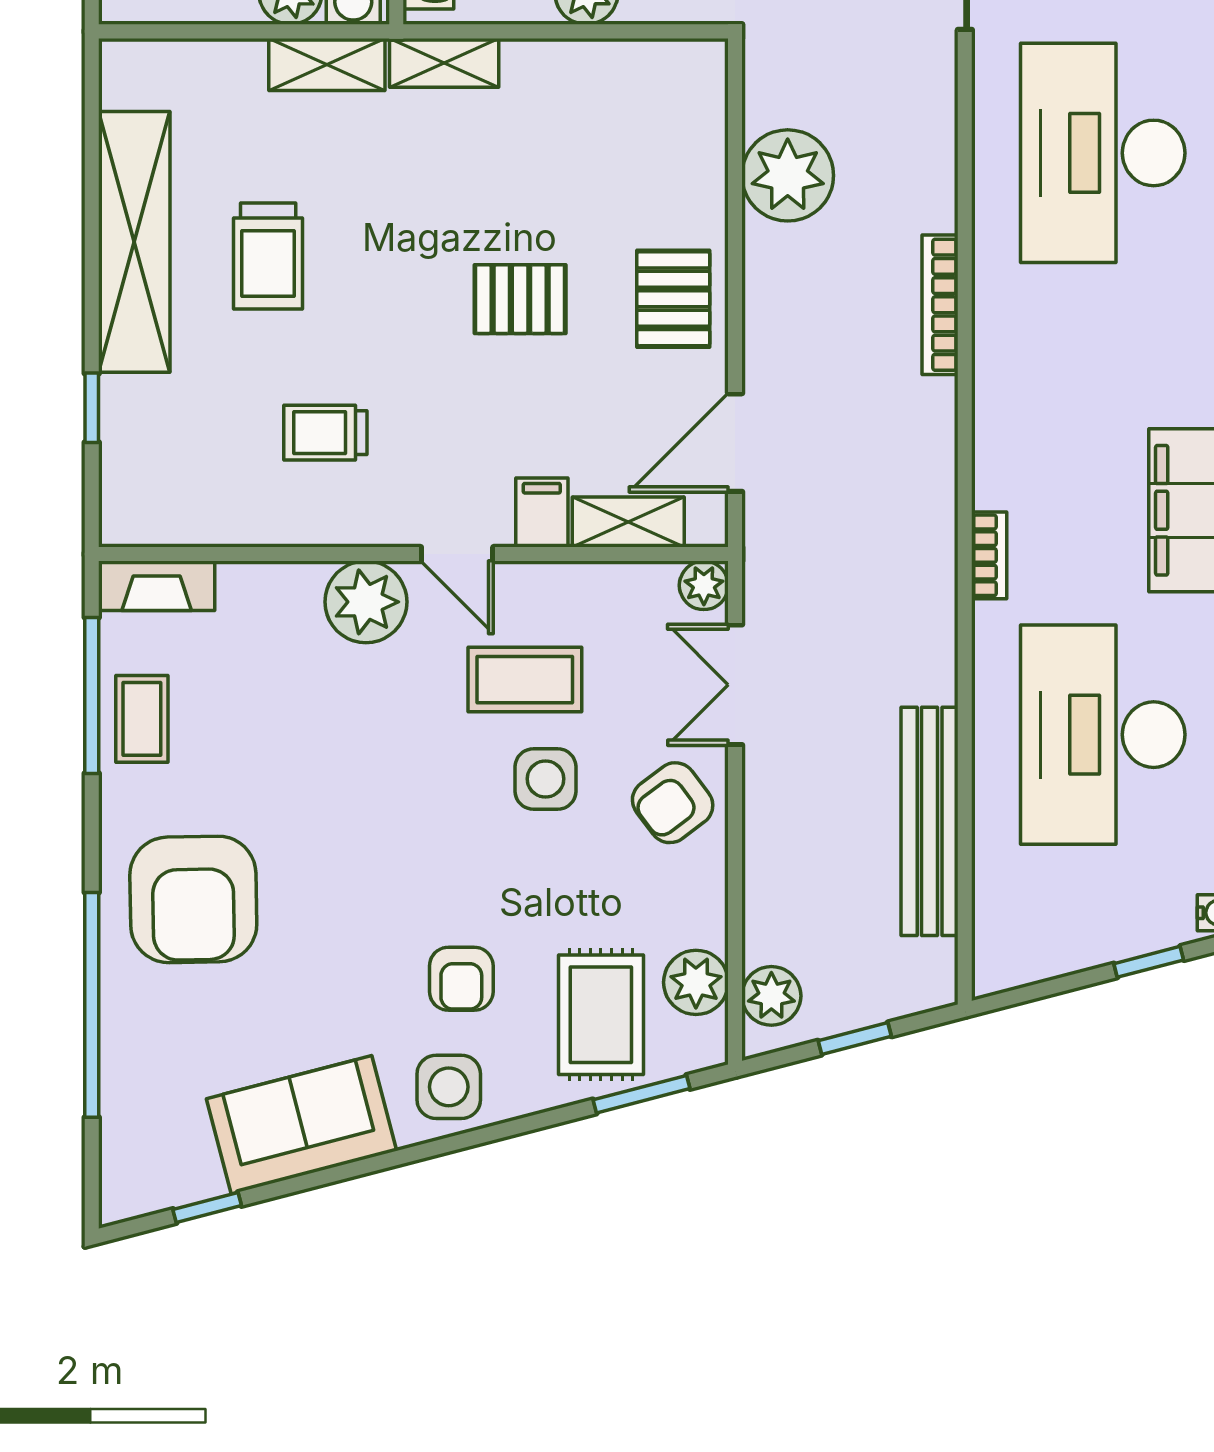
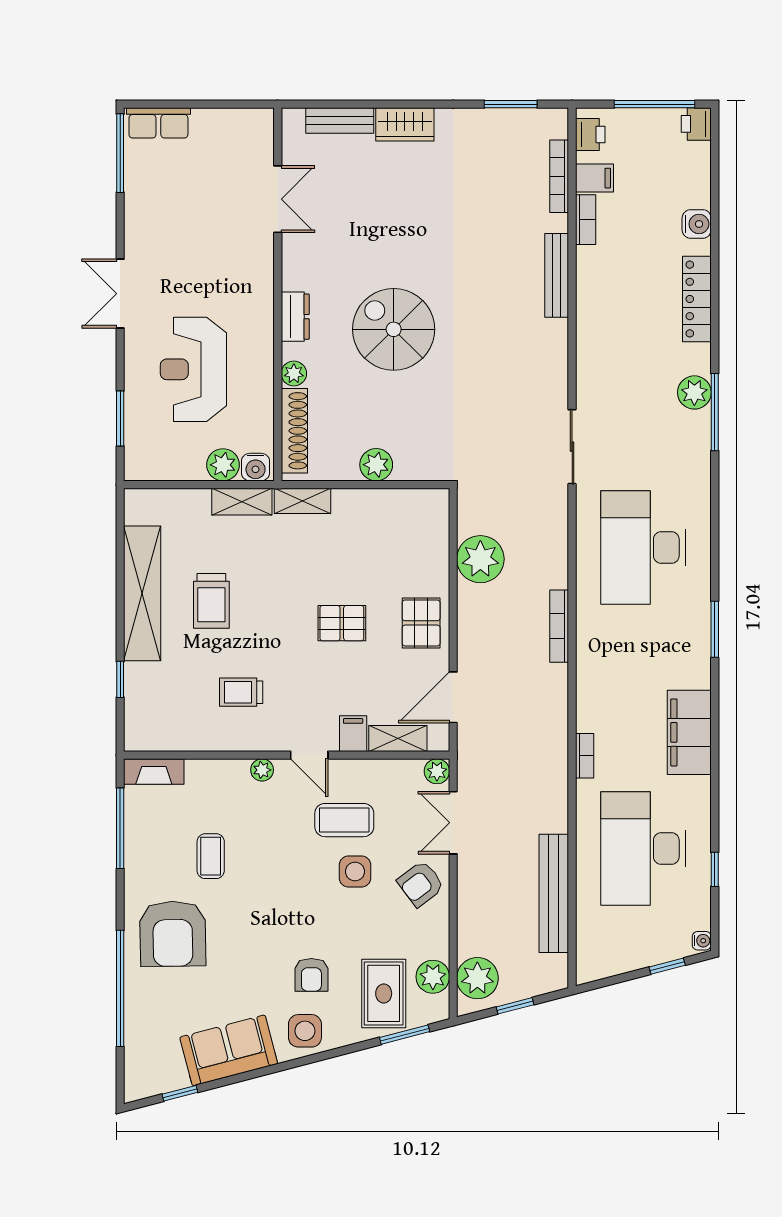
plant: (366, 602) -> (262, 770), width x0.53, depth x0.53
coffee table: (142, 719) -> (211, 856), moved
plant: (771, 996) -> (477, 978), width x1.36, depth x1.36

